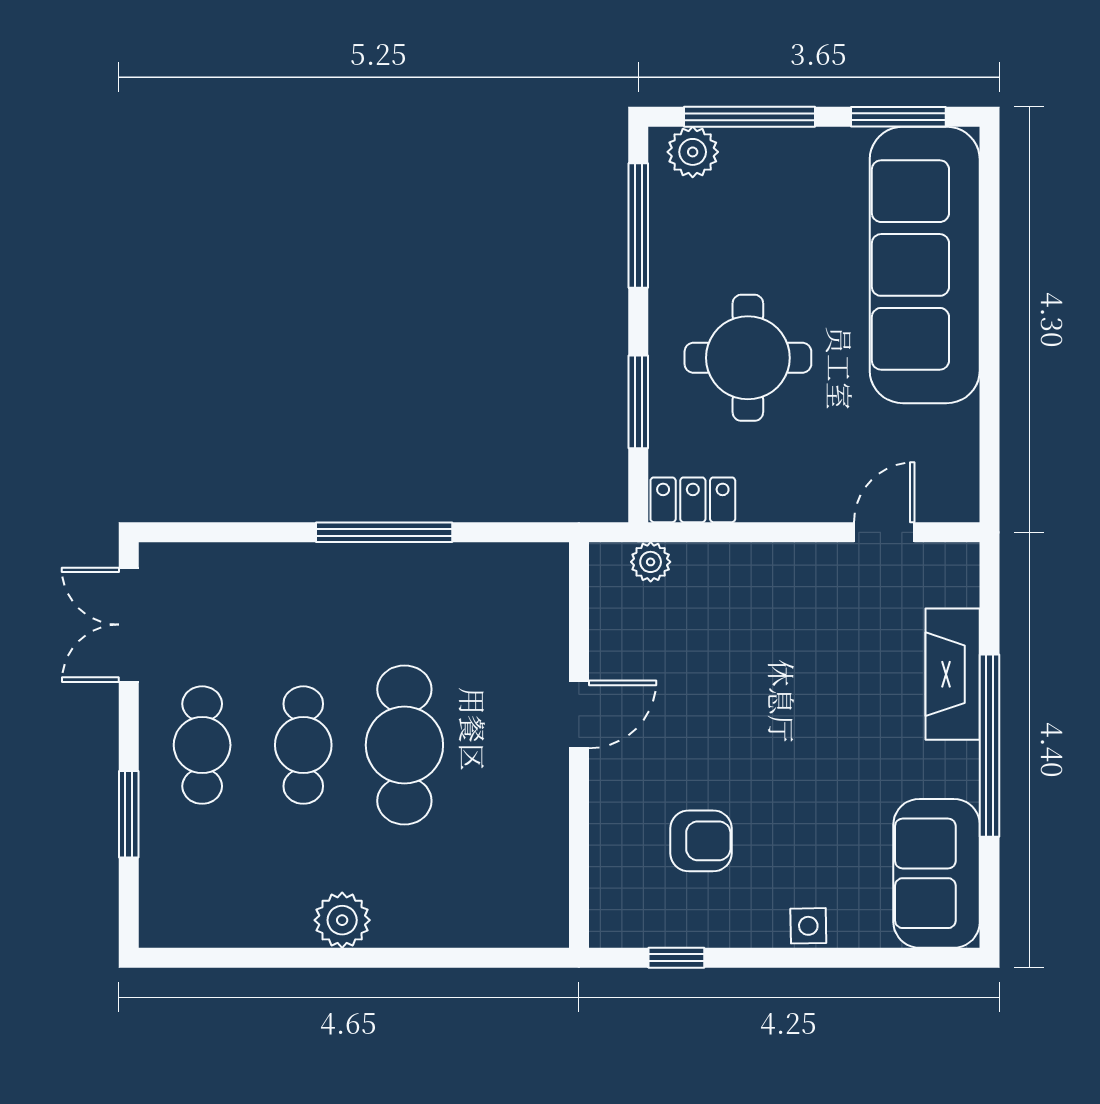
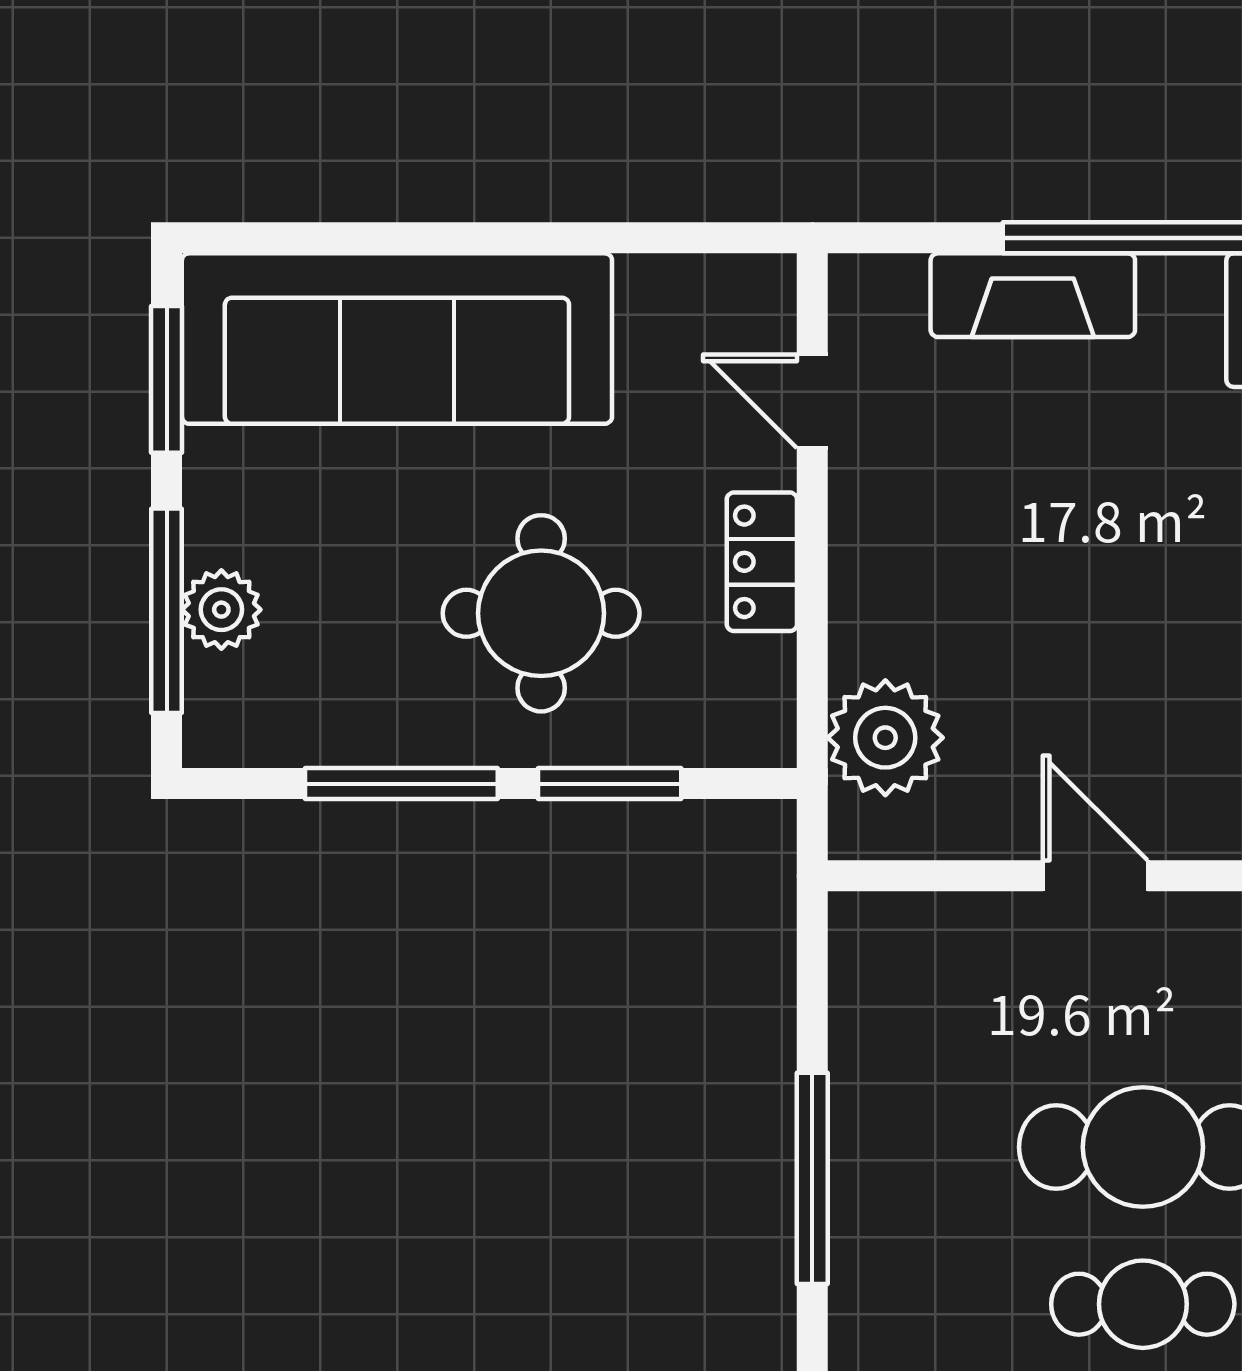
plant: (693, 152) -> (221, 610), moved
window: (638, 226) -> (401, 784), moved
locker: (693, 500) -> (762, 562), moved
plant: (651, 562) -> (885, 738), width x1.88, depth x1.88

